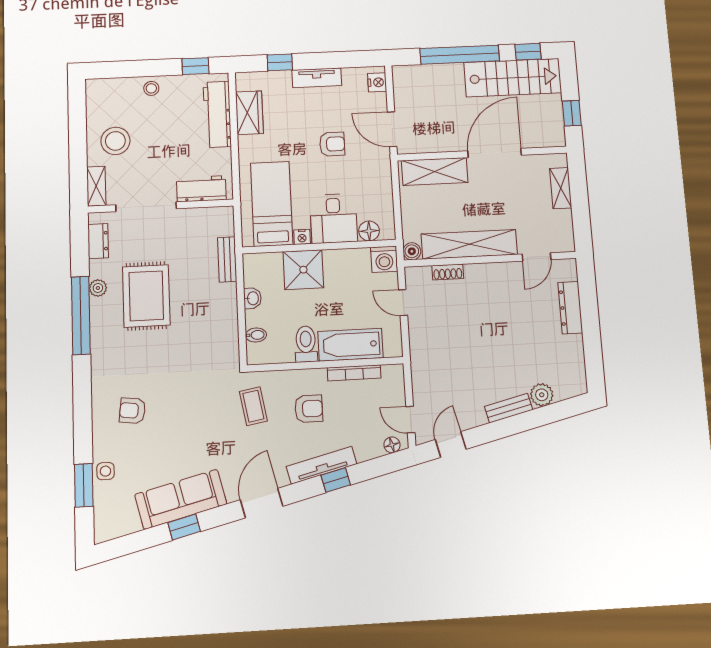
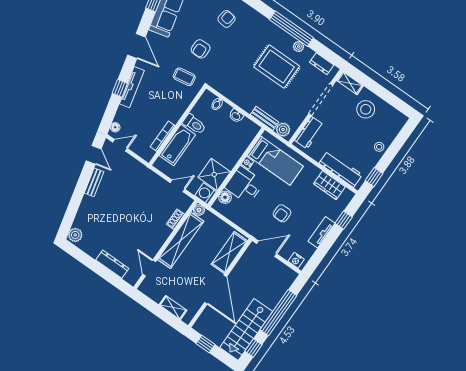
plant: (223, 225) -> (283, 130), added
shower: (303, 270) -> (214, 174), moved
plant: (542, 395) -> (75, 235), moved
bench: (509, 408) -> (94, 182), moved
armchair: (309, 409) -> (201, 49), moved

